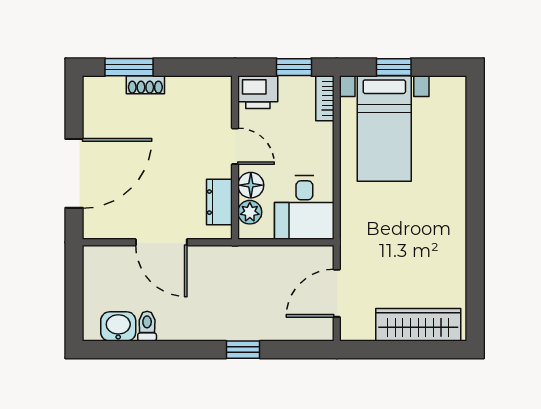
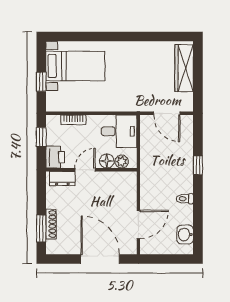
shoe rack: (145, 85) -> (51, 224), width x1.43
bookcase: (325, 98) -> (73, 120), moved
bed with nightstands: (384, 128) -> (75, 66), moved
dresser: (219, 202) -> (62, 178), moved
door: (161, 242) -> (138, 224), moved
toilet: (147, 326) -> (185, 199), moved

